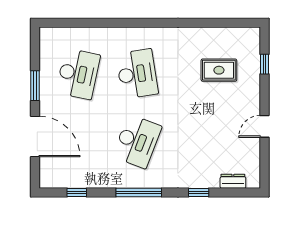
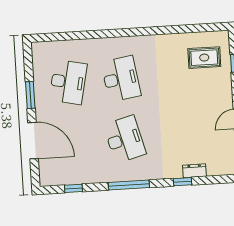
rug: (219, 70) -> (204, 58), moved
desk: (137, 141) -> (125, 139), turned -36
dresser: (233, 181) -> (194, 171), moved

